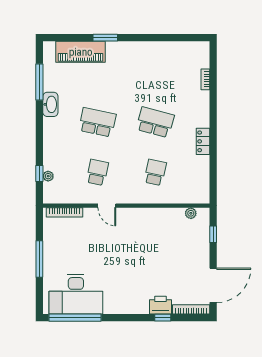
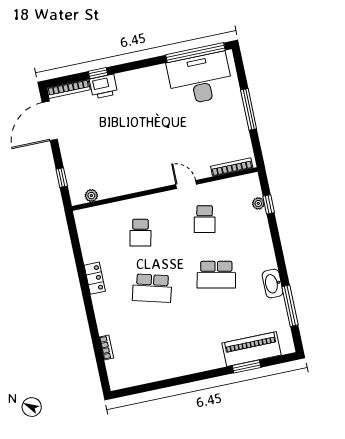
window: (105, 38) -> (247, 366), moved

